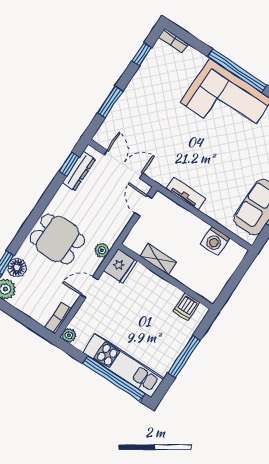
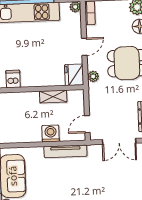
tv unit: (186, 194) -> (65, 151), width x1.41
door: (143, 205) -> (87, 124), swing flipped
washing machine: (215, 241) -> (51, 133), moved

